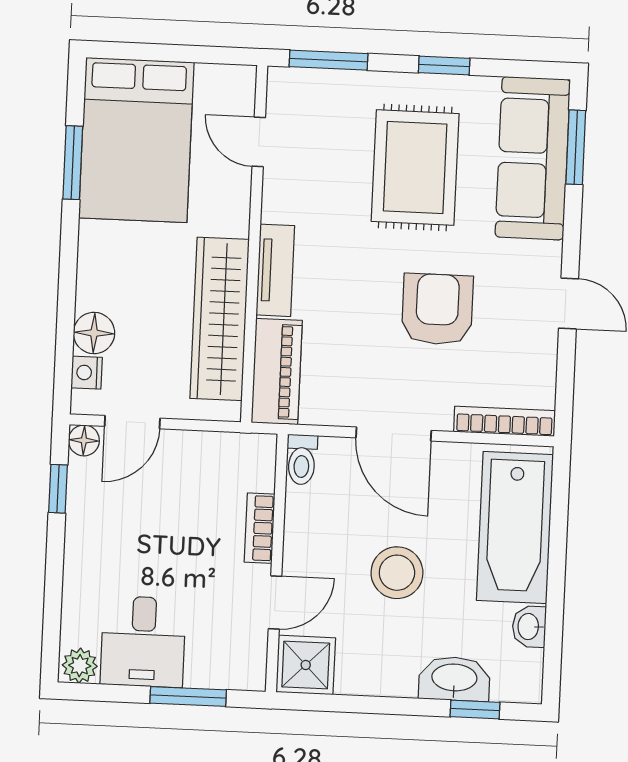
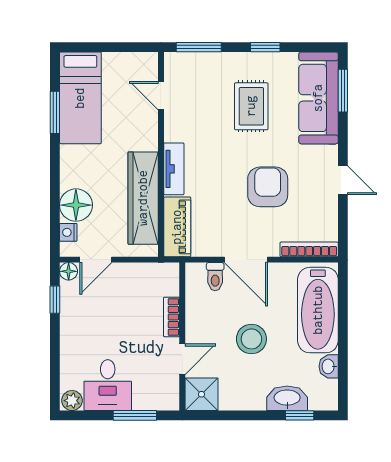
bed: (136, 140) -> (80, 98), width x0.67
rug: (415, 167) -> (251, 106), width x0.73, depth x0.70
floor lamp: (94, 333) -> (76, 205), width x1.38, depth x1.38
toilet: (302, 460) -> (215, 277), moved

